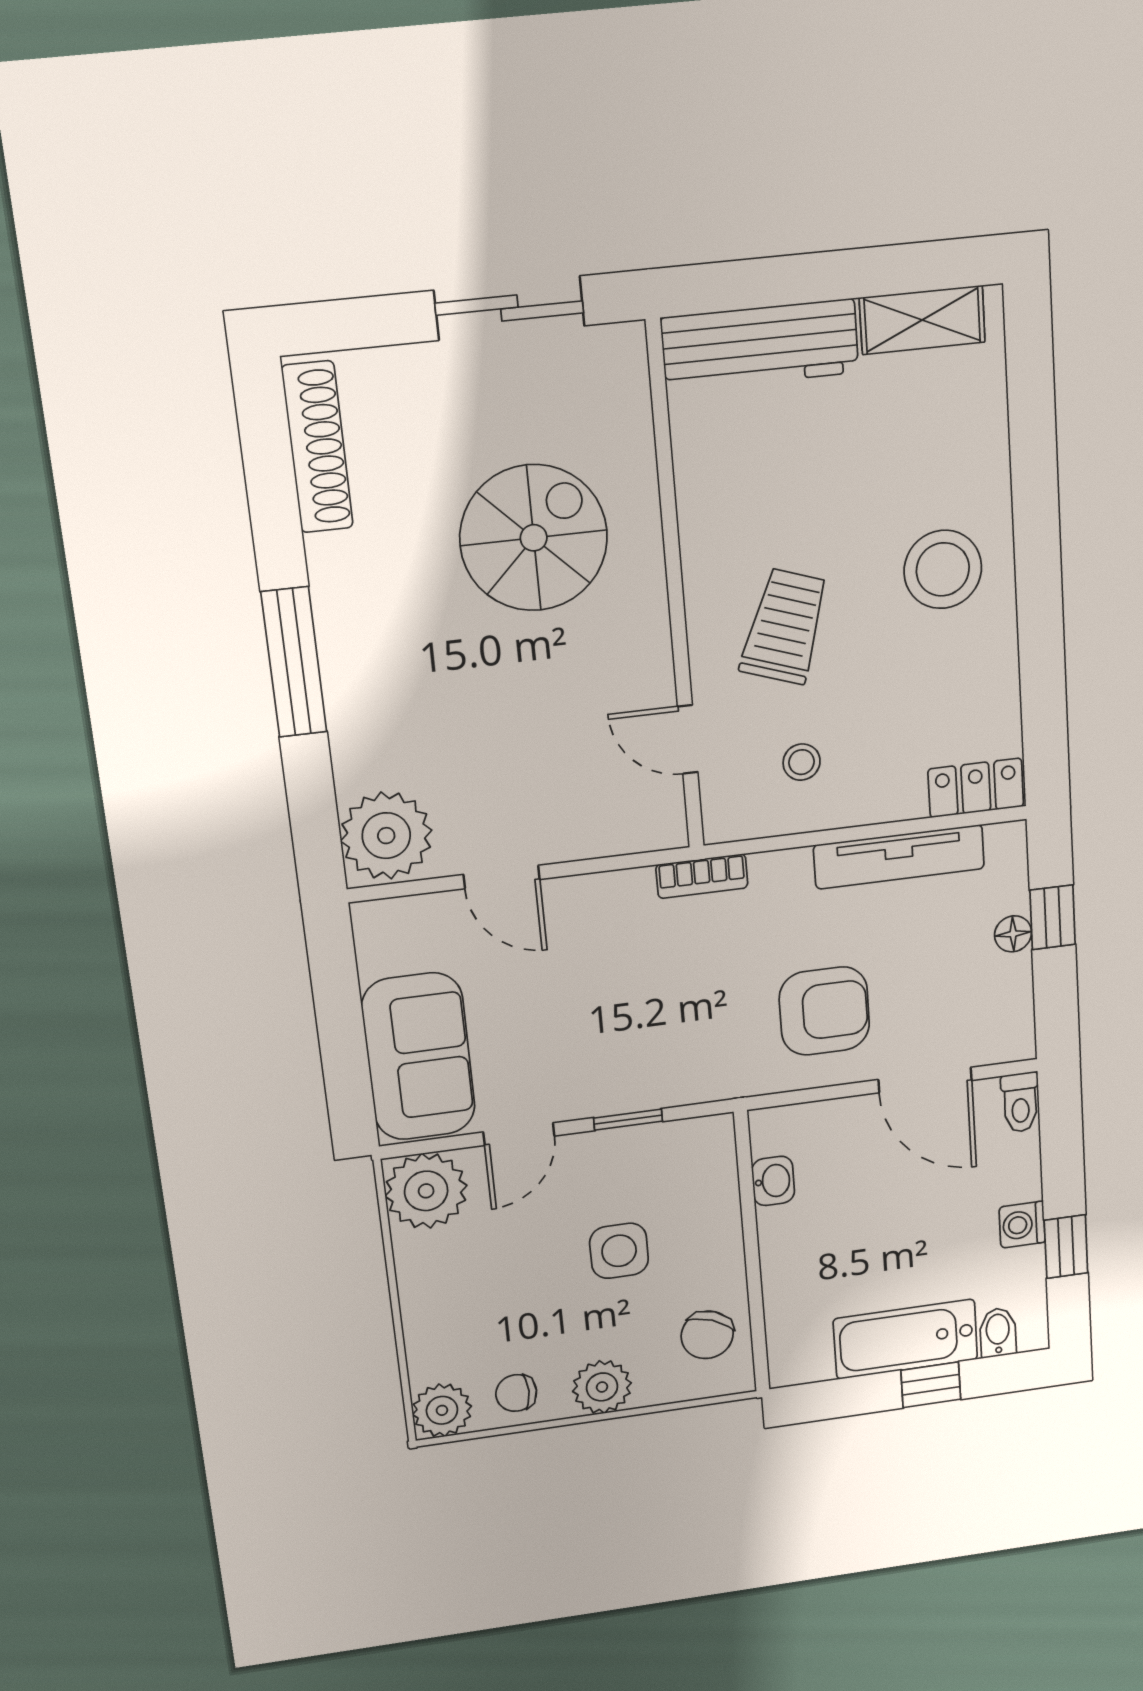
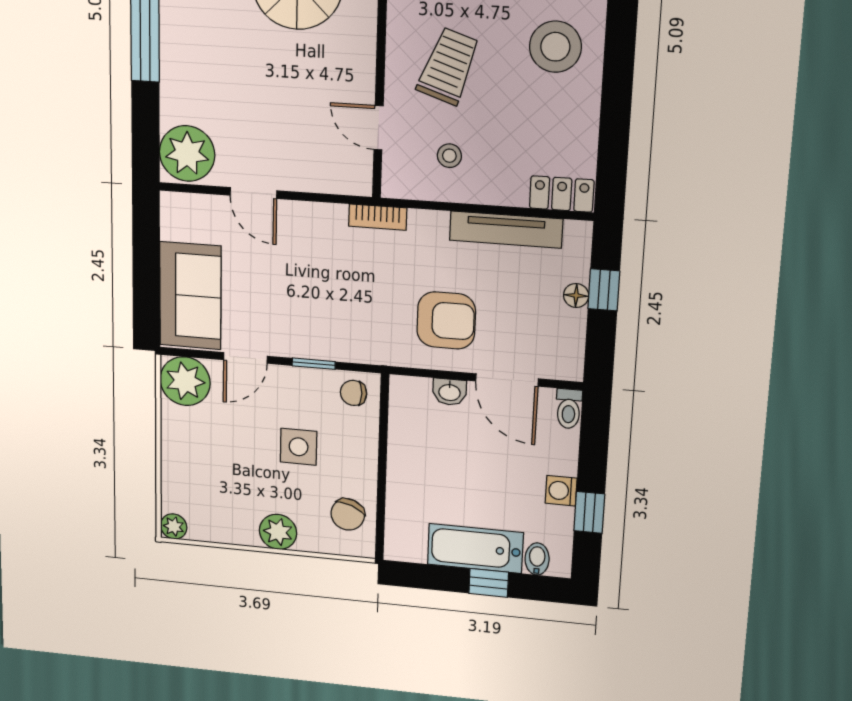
washbasin: (773, 1181) -> (450, 392), moved, turned 90
chair: (516, 1393) -> (353, 393), moved
plant: (442, 1410) -> (174, 526), width x0.73, depth x0.73

